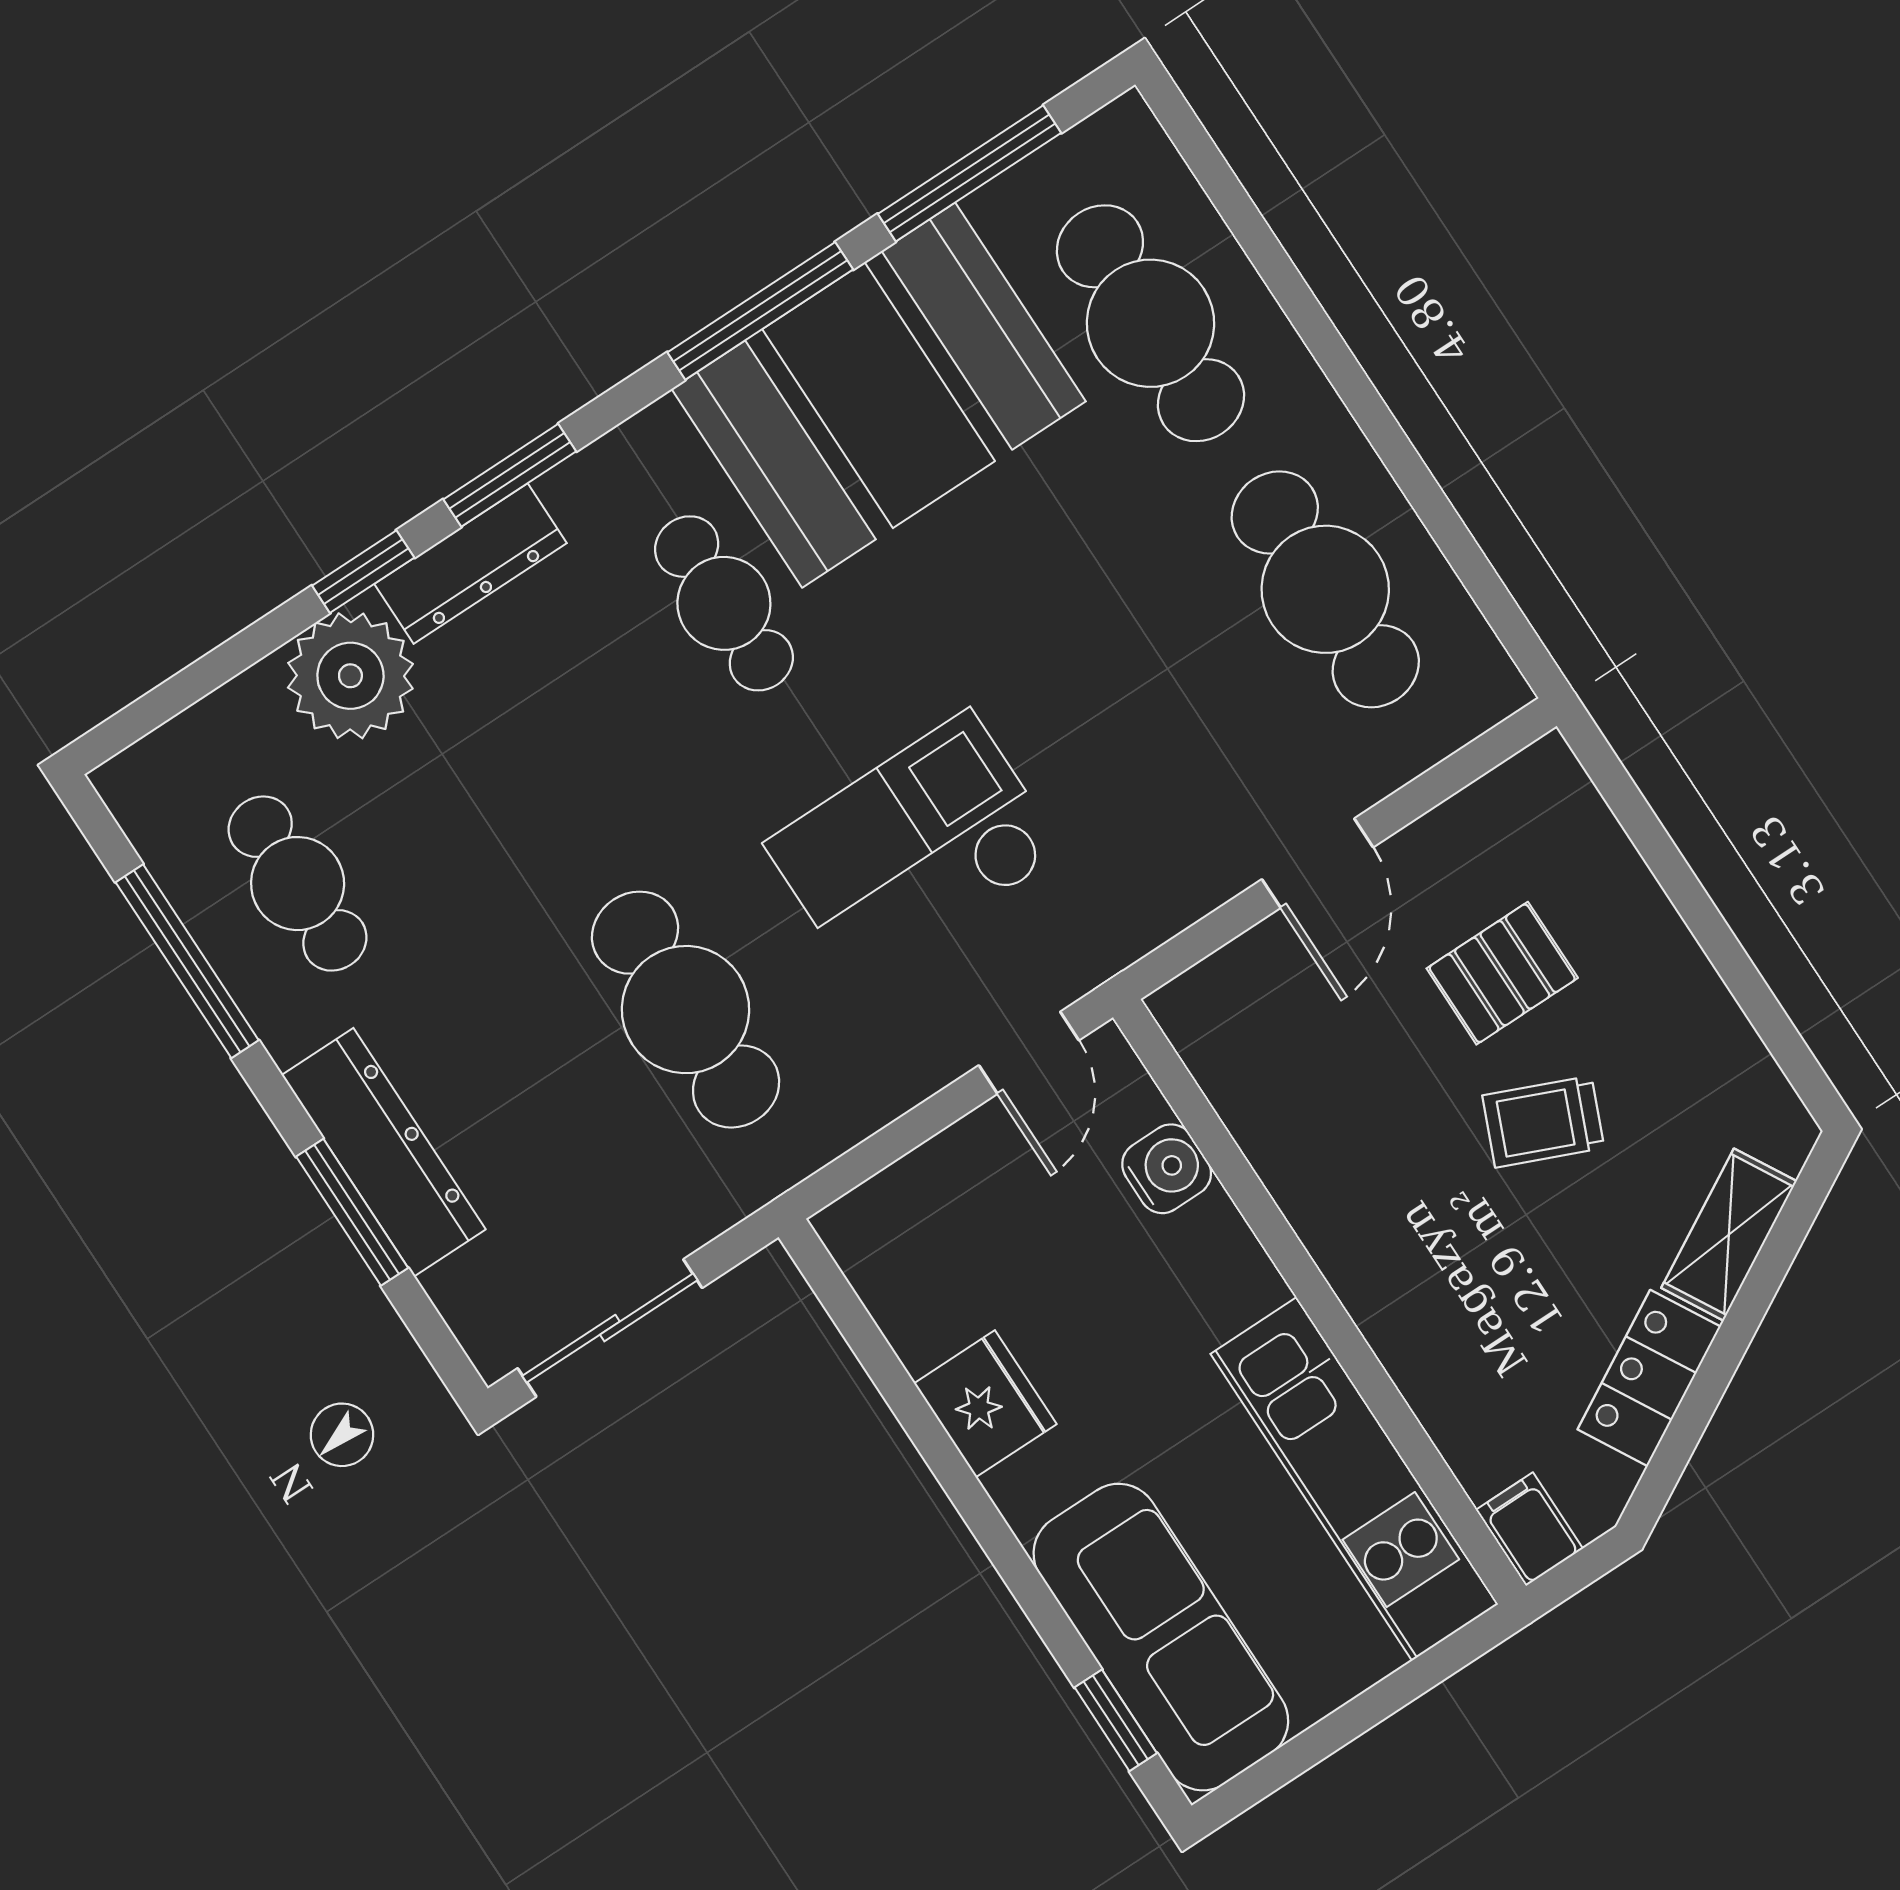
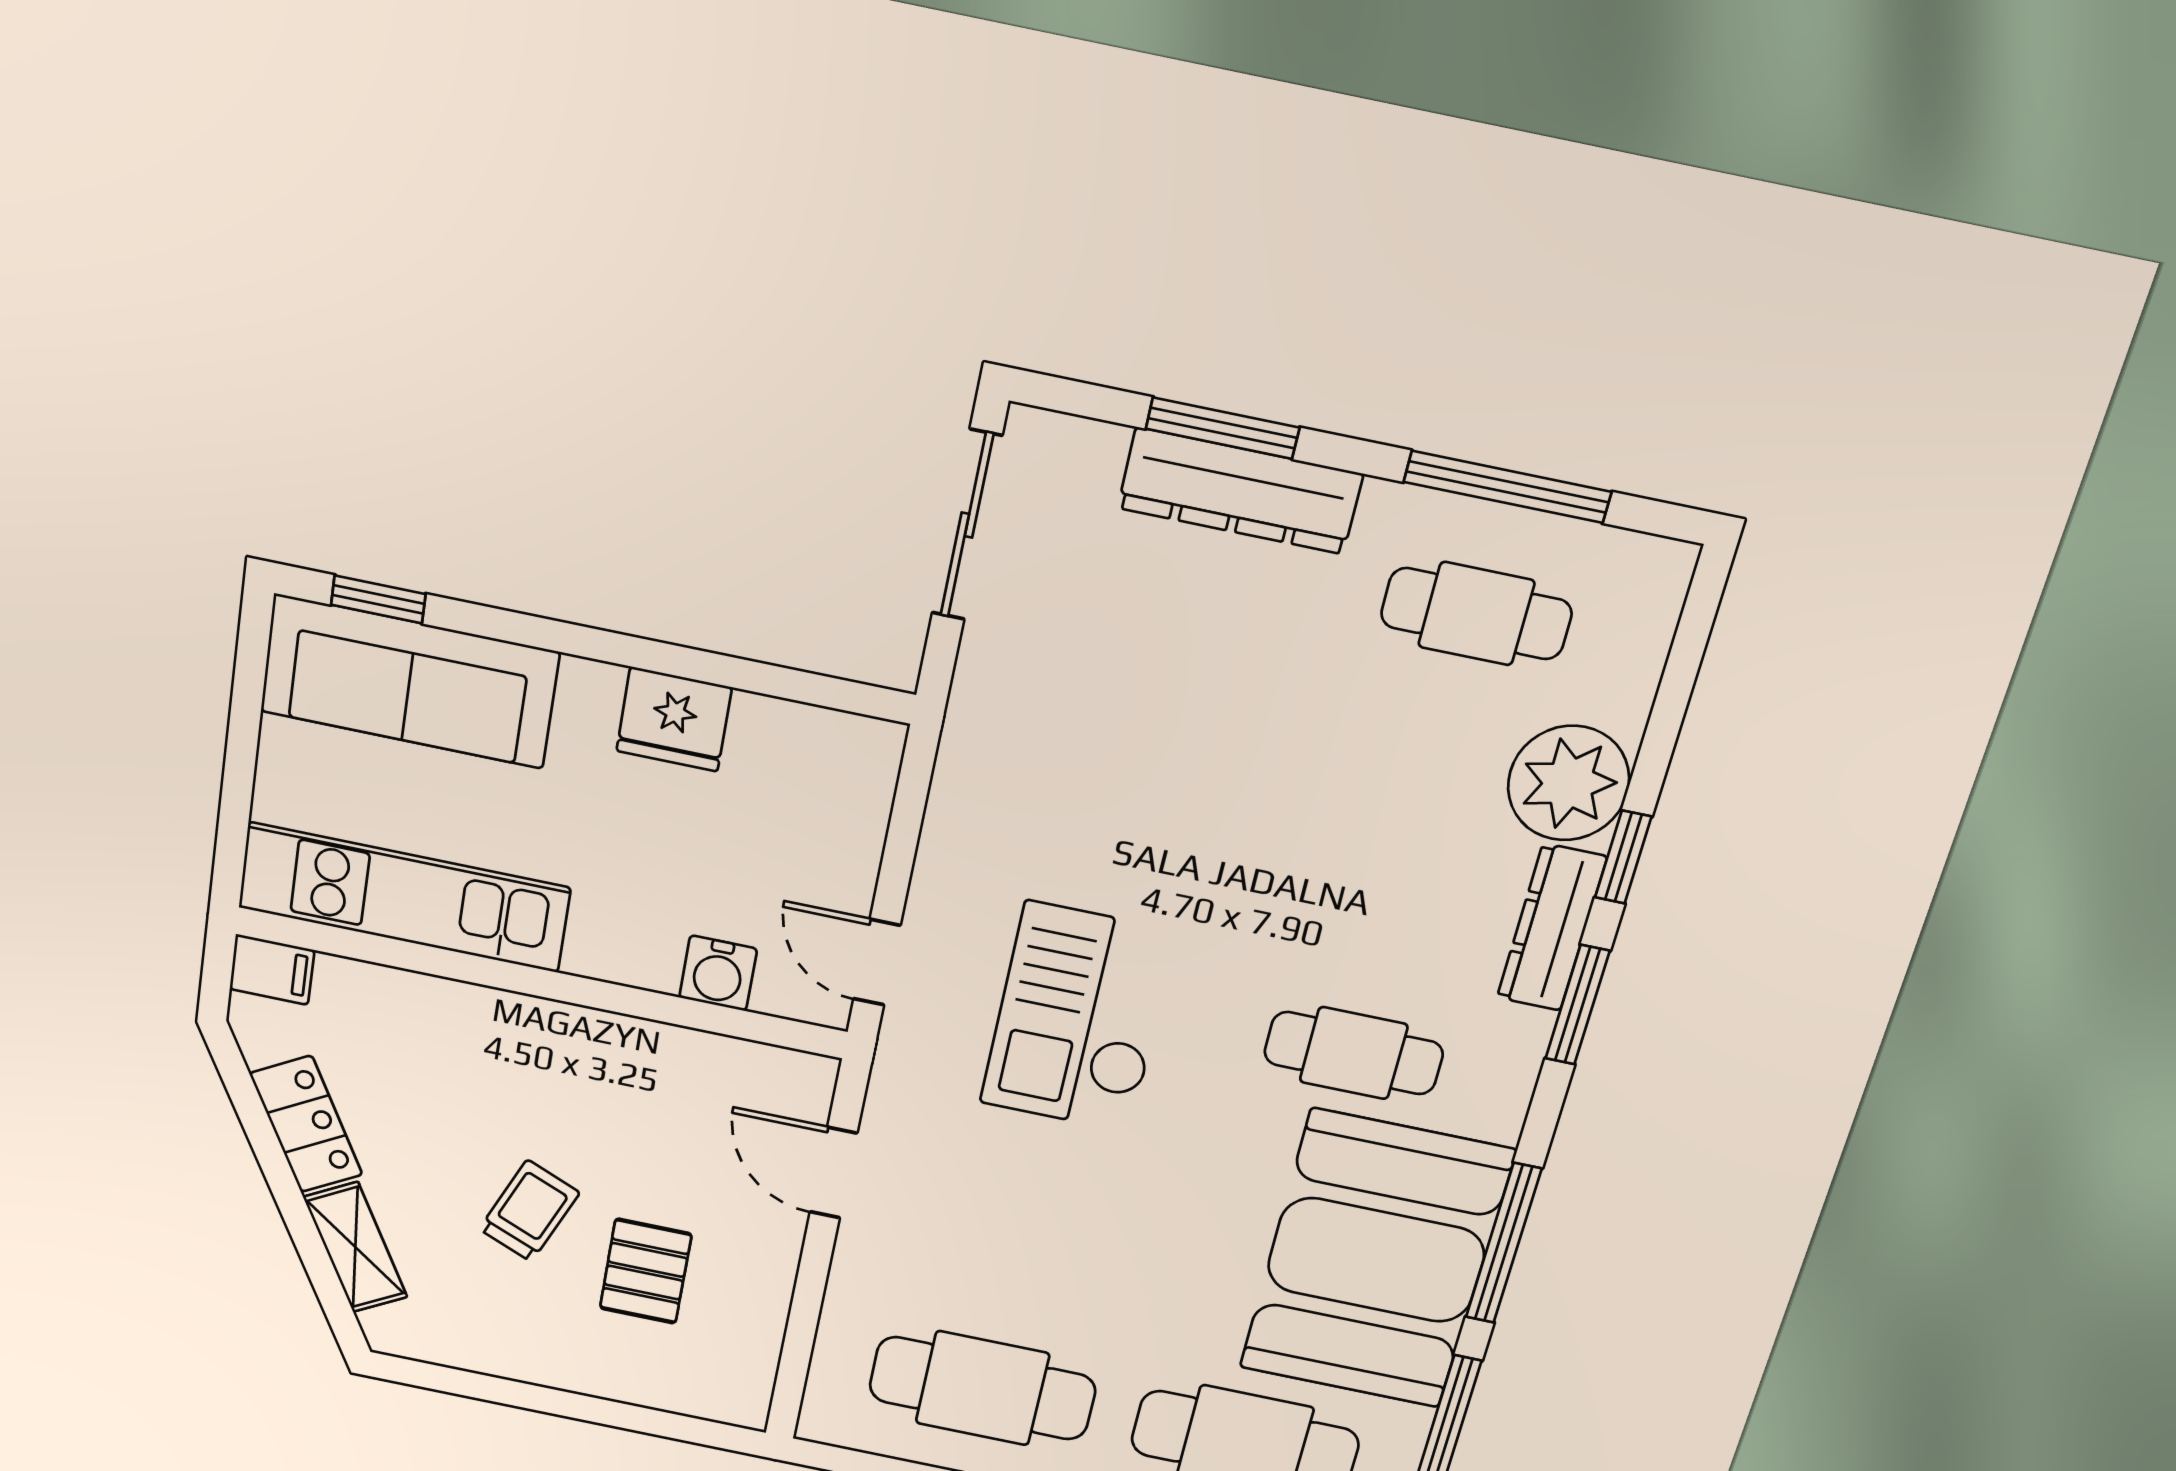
checkout: (914, 848) -> (1079, 1018), turned 180
door: (1317, 863) -> (834, 1173), moved
cafe table: (686, 1010) -> (1126, 781), removed

